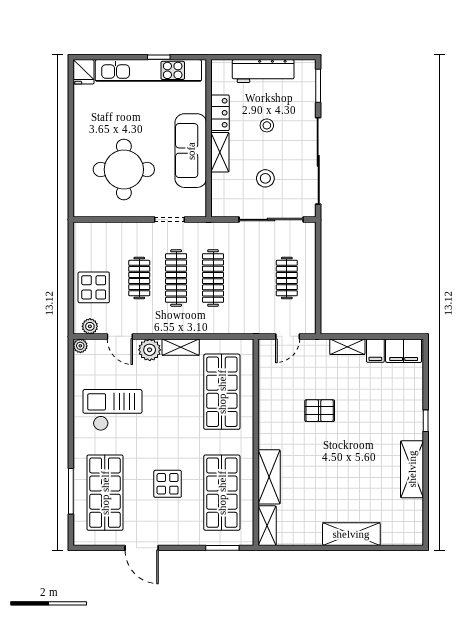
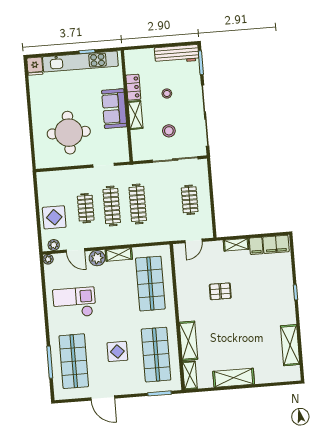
workbench: (263, 71) -> (177, 54), moved
sofa: (191, 151) -> (114, 109), width x0.73
shelving: (412, 469) -> (290, 345), moved
shelving: (351, 534) -> (234, 378), moved

